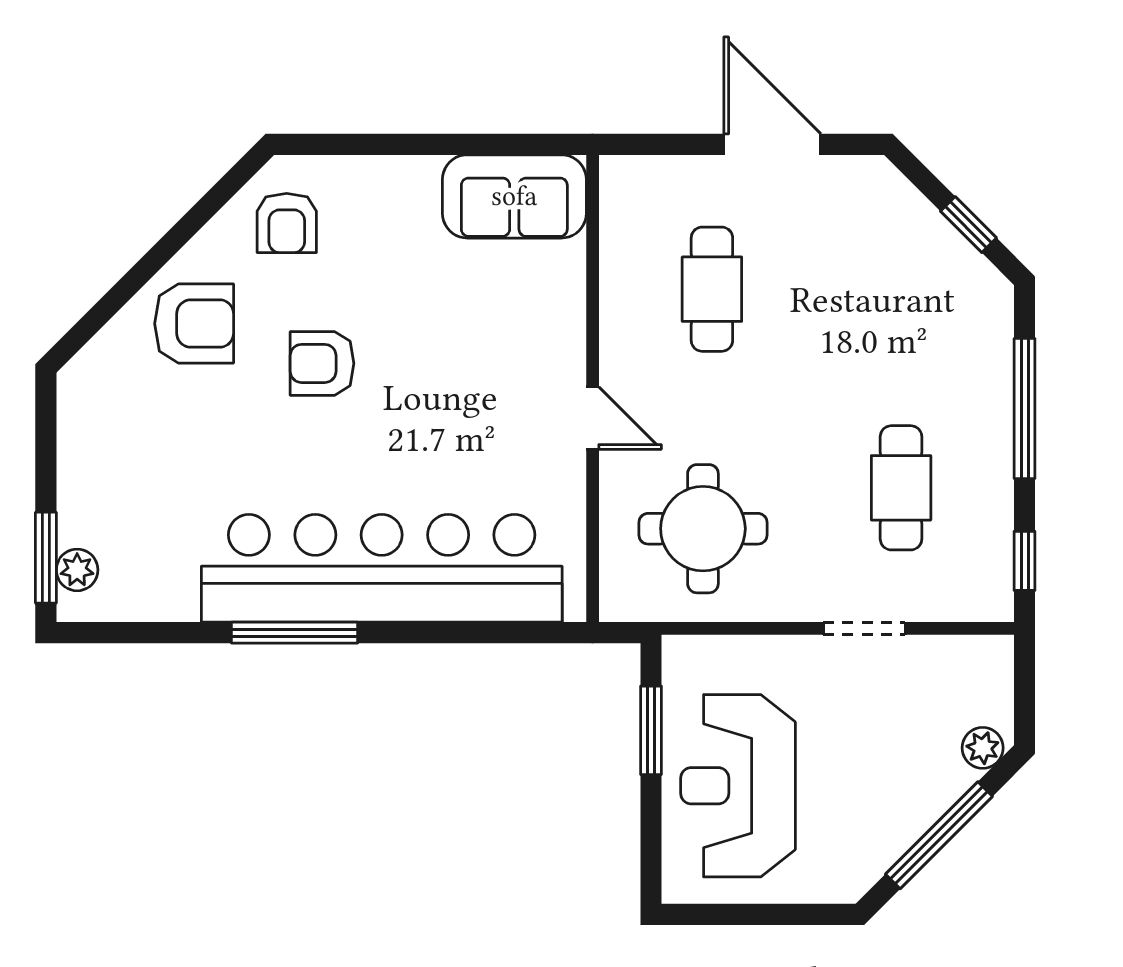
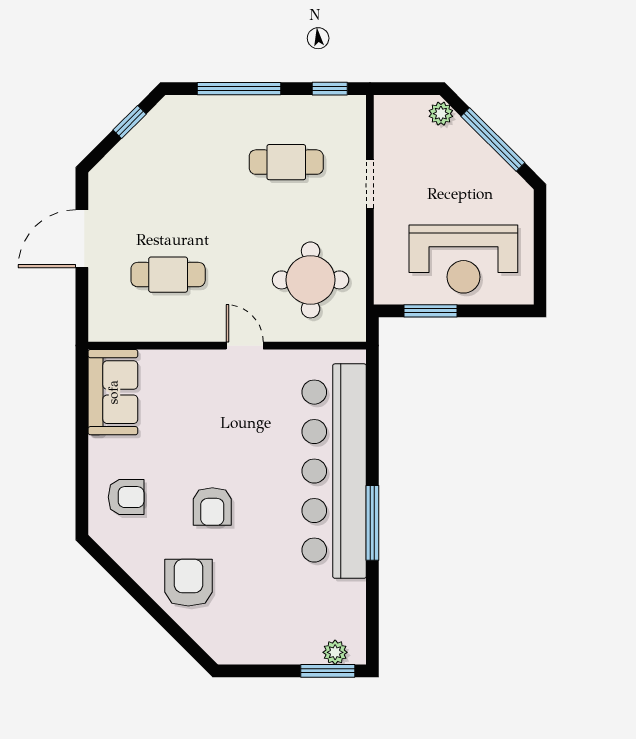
armchair: (287, 223) -> (126, 497), moved
door: (593, 418) -> (245, 346), hinge flipped

